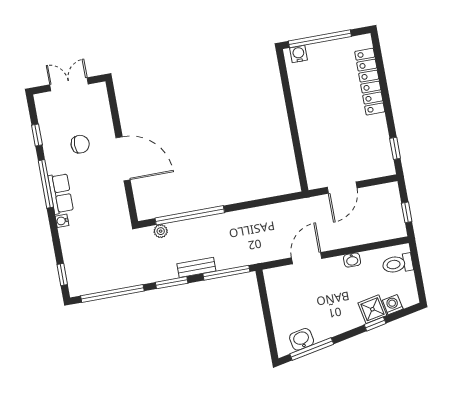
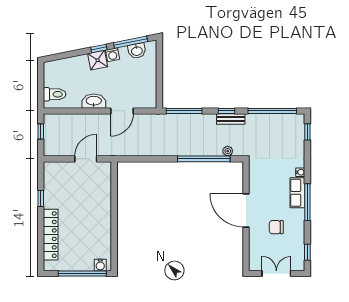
double door: (69, 84) -> (276, 274), swing flipped
window: (37, 135) -> (307, 252), moved
window: (395, 148) -> (41, 198), moved
washbasin: (352, 260) -> (94, 101), width x1.91, depth x1.45
bench: (196, 267) -> (231, 119), moved
window: (172, 283) -> (226, 111), width x0.67
washing machine: (393, 305) -> (113, 55), moved
shower: (372, 309) -> (98, 60), moved
window: (375, 324) -> (99, 48), moved

